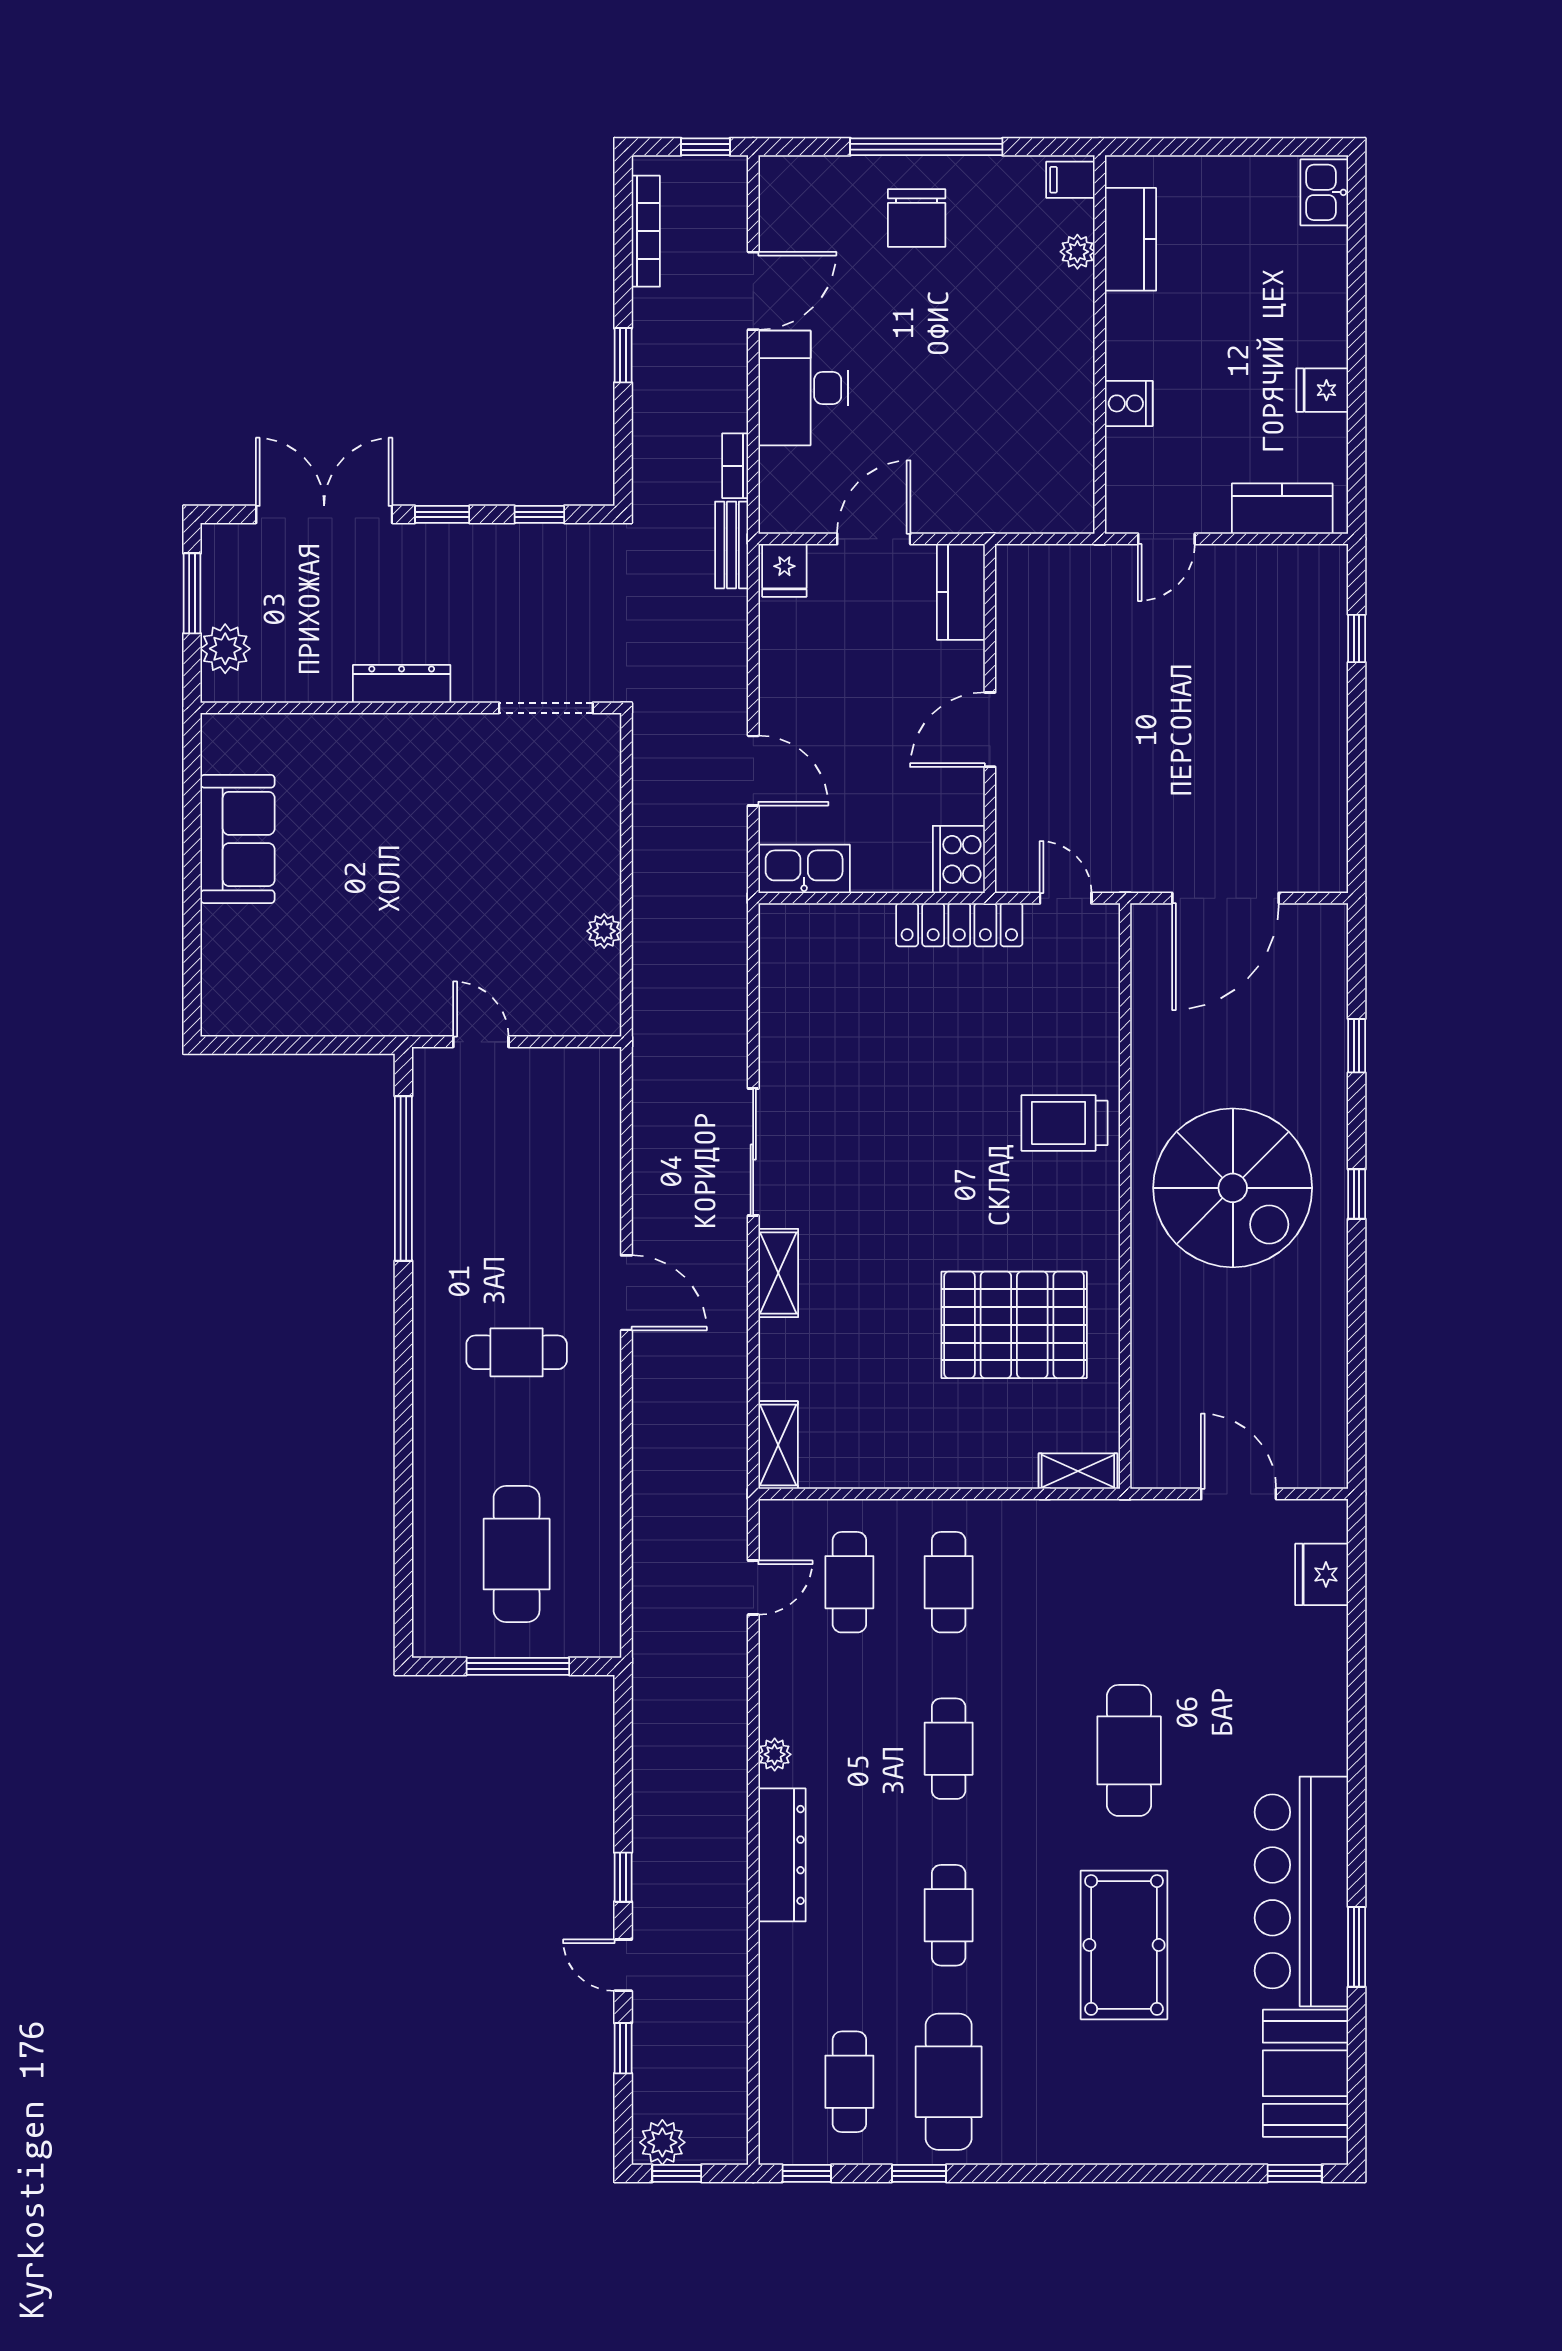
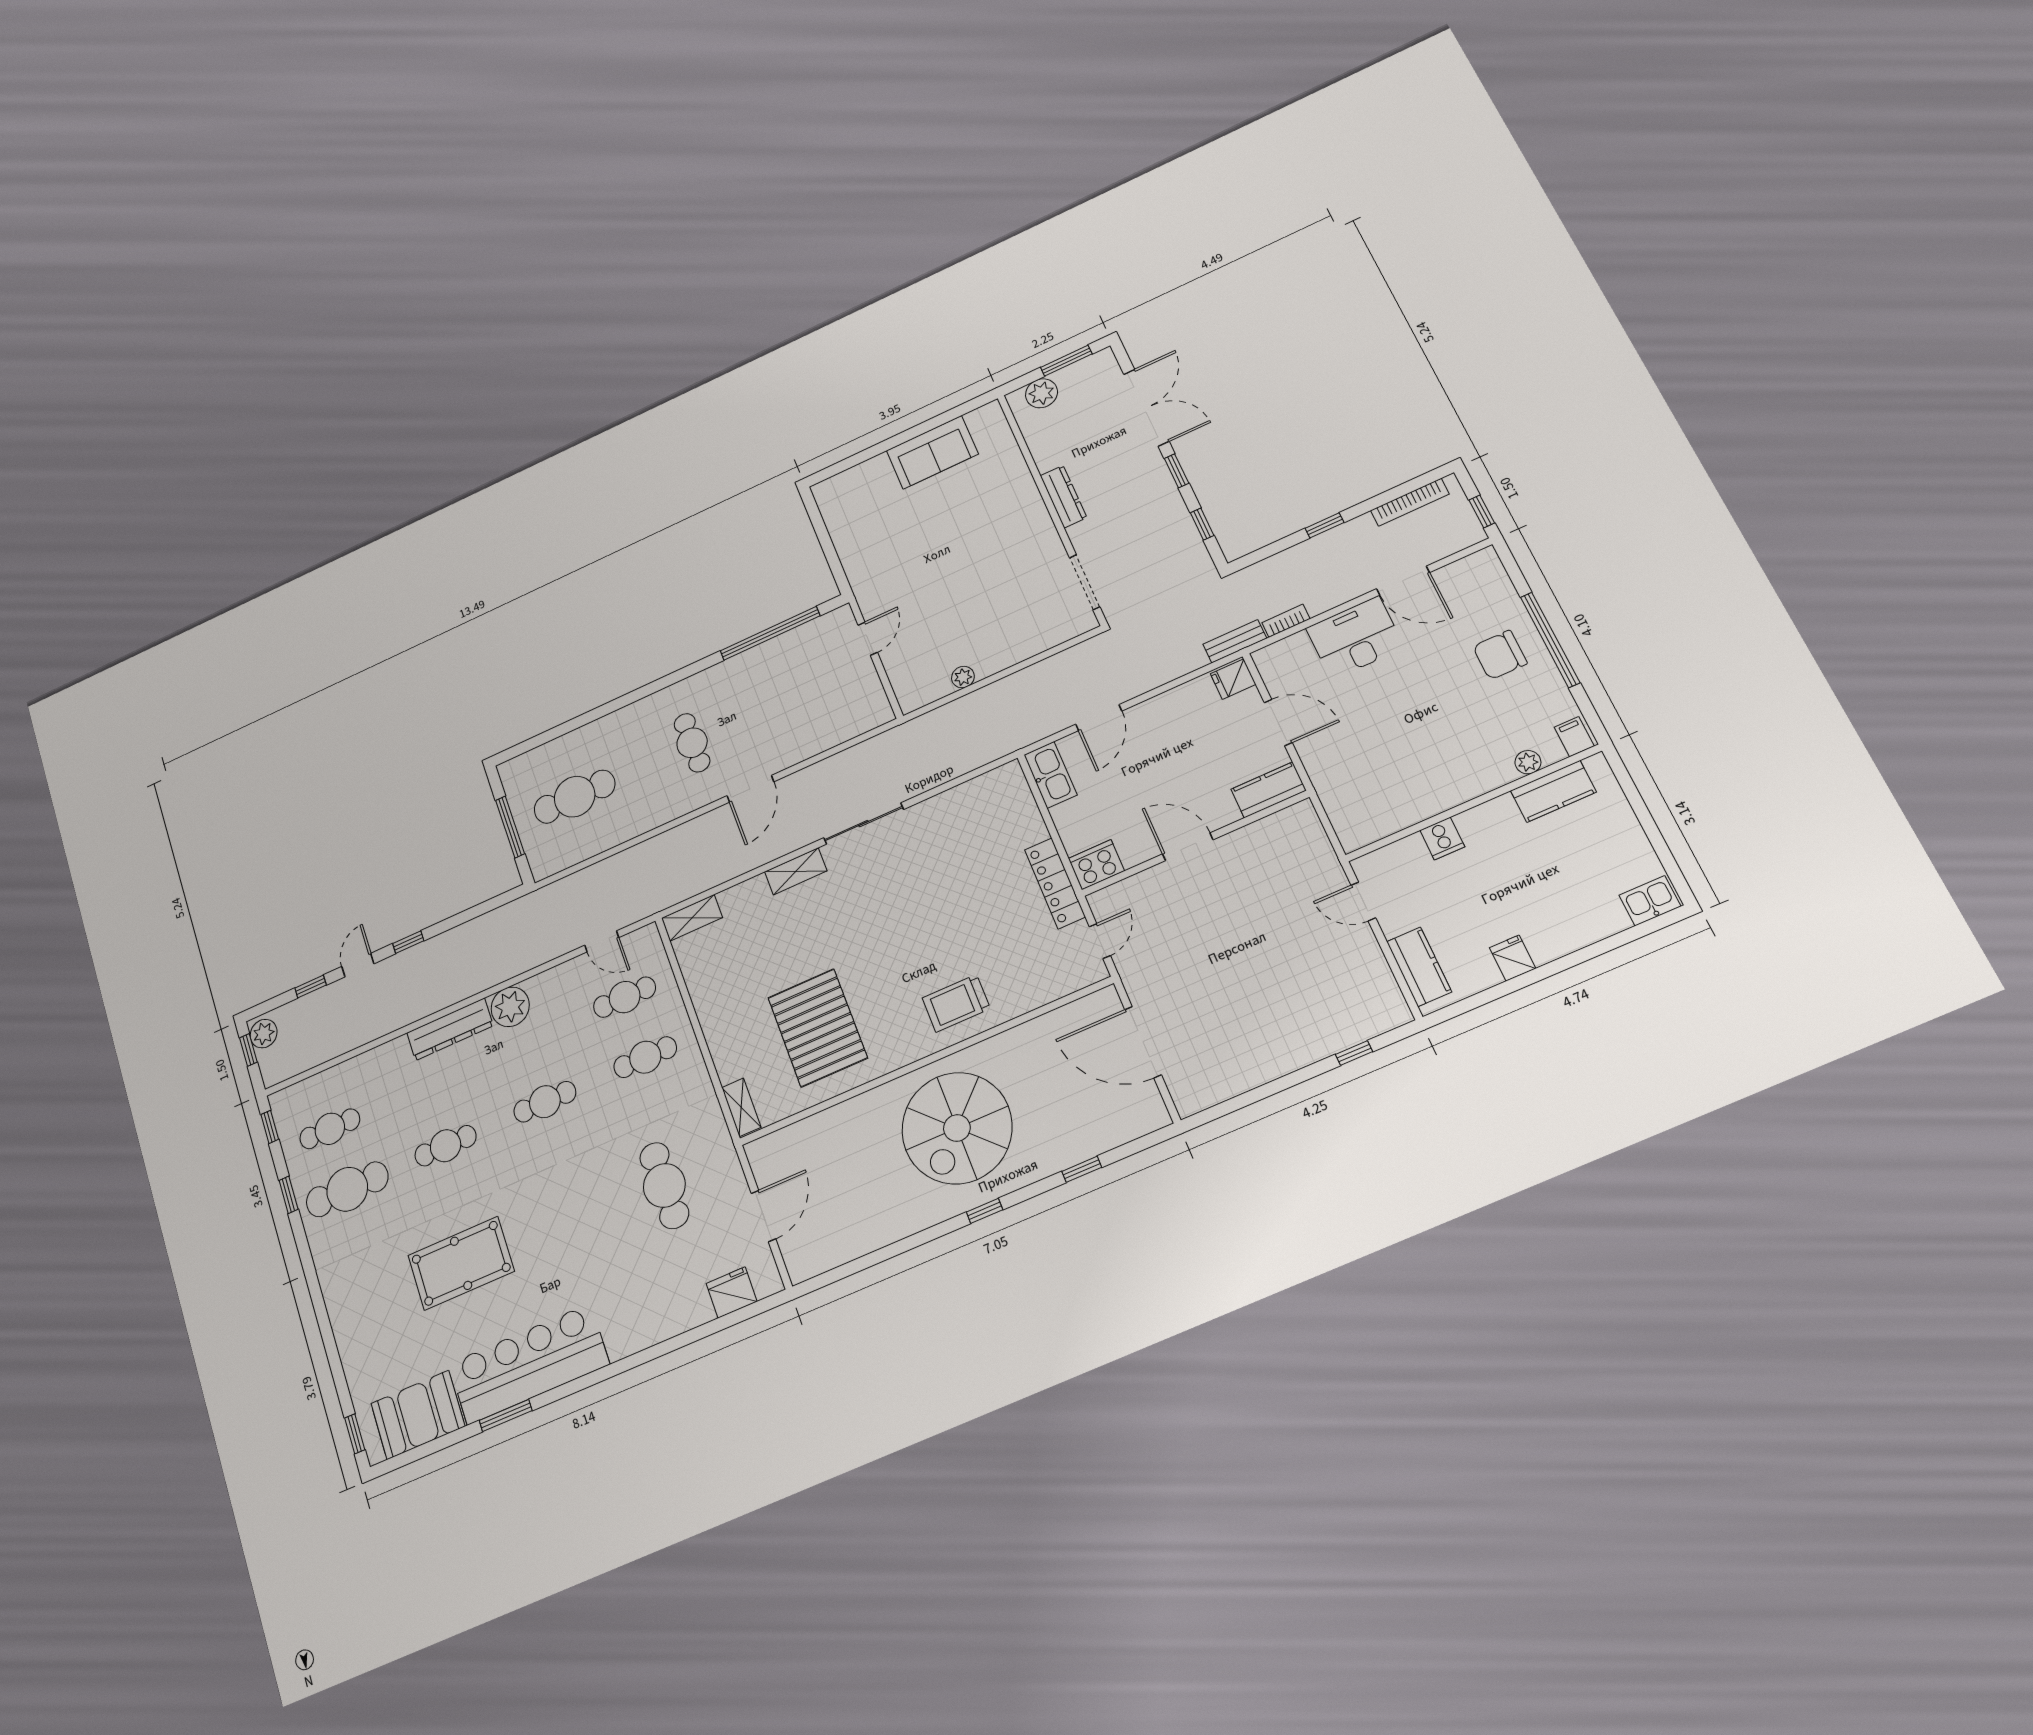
trolley: (1065, 1123) -> (956, 1003), turned -90
cafe table: (1129, 1750) -> (664, 1185), moved, turned 90
plant: (775, 1754) -> (510, 1007), width x1.87, depth x1.87

